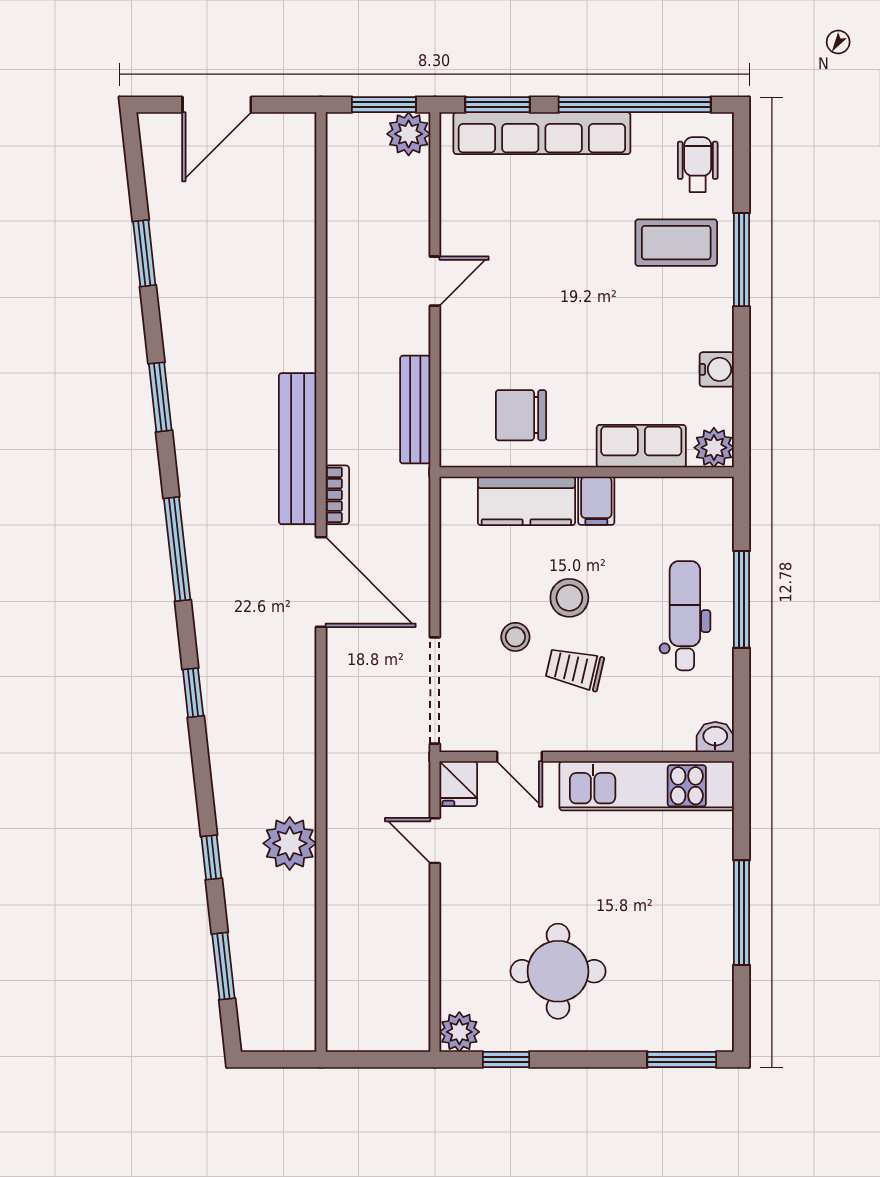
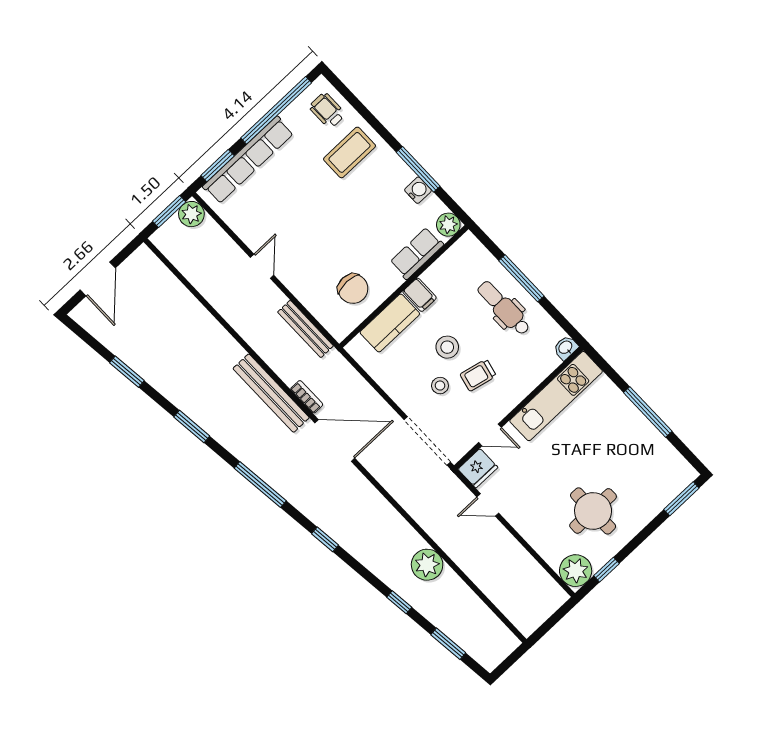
window: (741, 260) -> (418, 169), moved
chair: (521, 415) -> (353, 289), turned -90
fridge: (458, 784) -> (478, 468), width x1.38
plant: (459, 1032) -> (576, 571), width x1.36, depth x1.36

